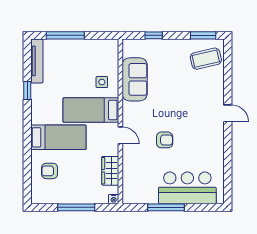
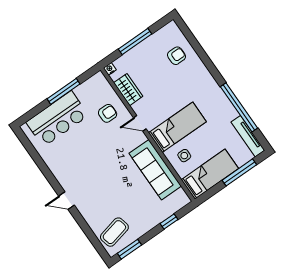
sofa: (135, 79) -> (155, 170), width x1.36
window: (27, 91) -> (239, 107), width x3.17
bed: (58, 137) -> (210, 174), moved, turned 180
armchair: (165, 140) -> (108, 113), moved, turned 180

